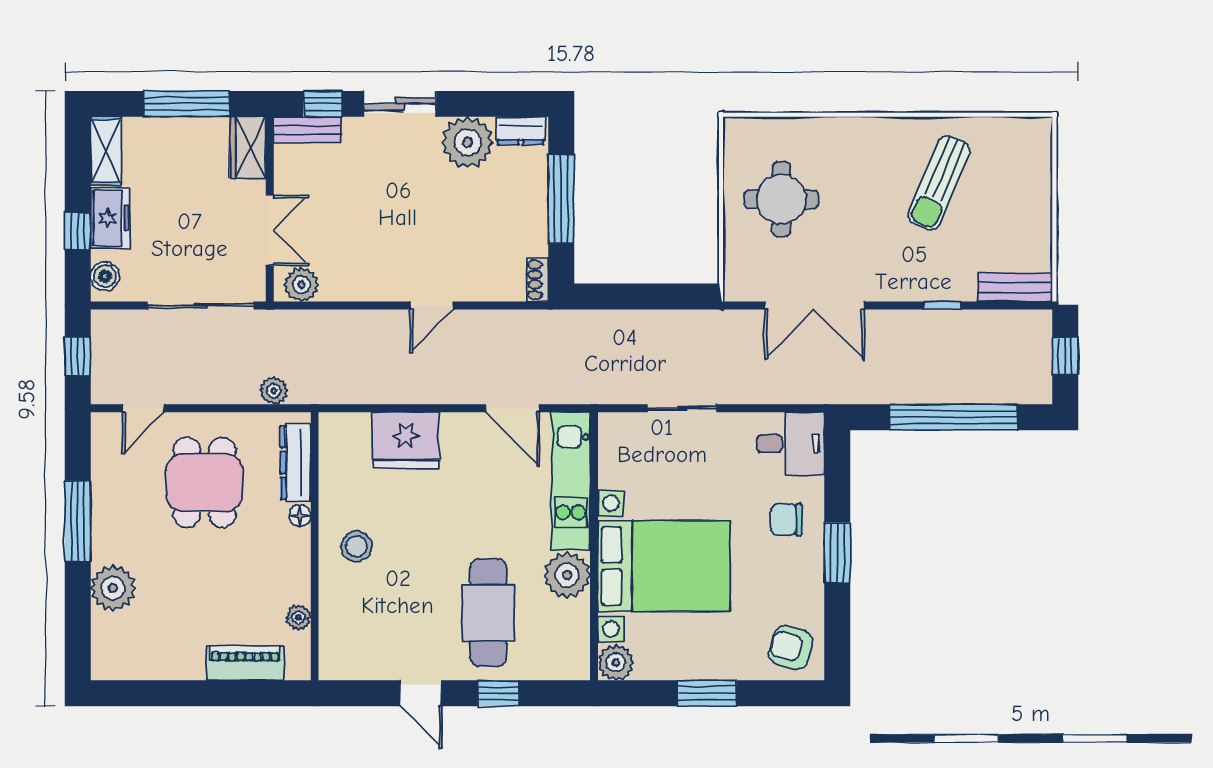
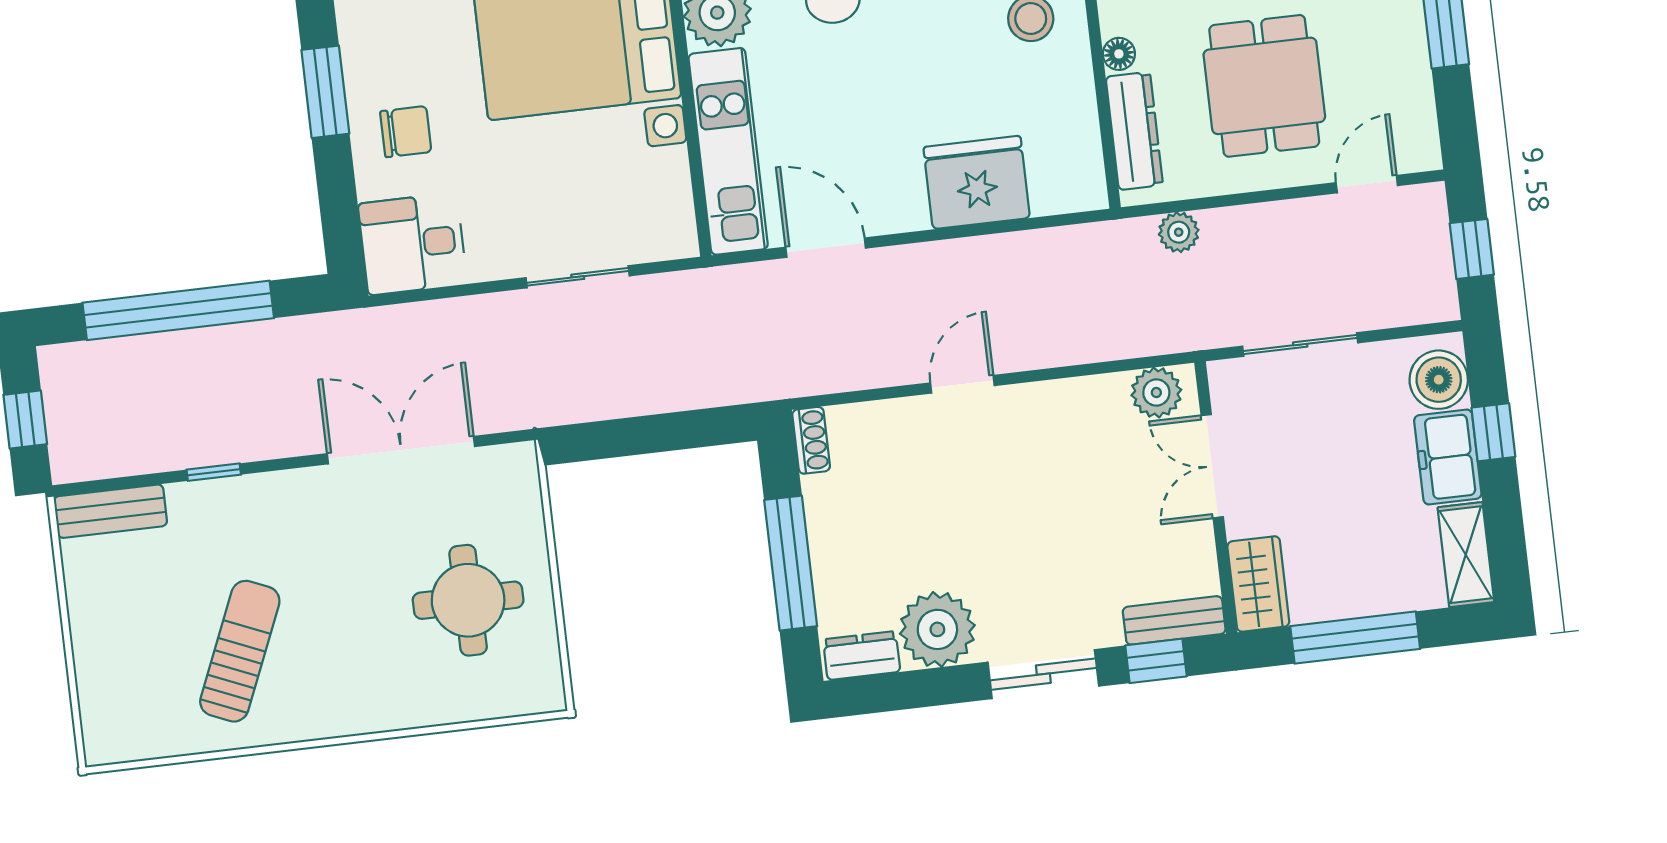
boiler: (105, 276) -> (1439, 380), width x1.36, depth x1.36
sliding door: (201, 305) -> (1300, 345), width x0.73

